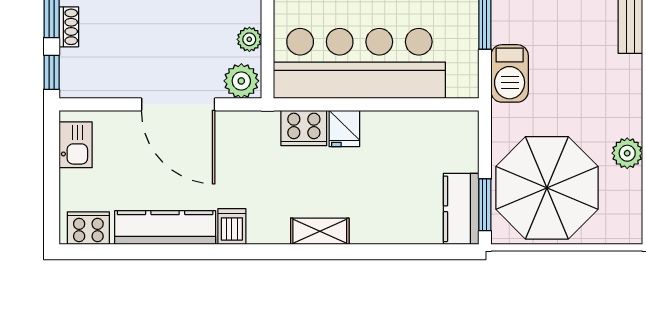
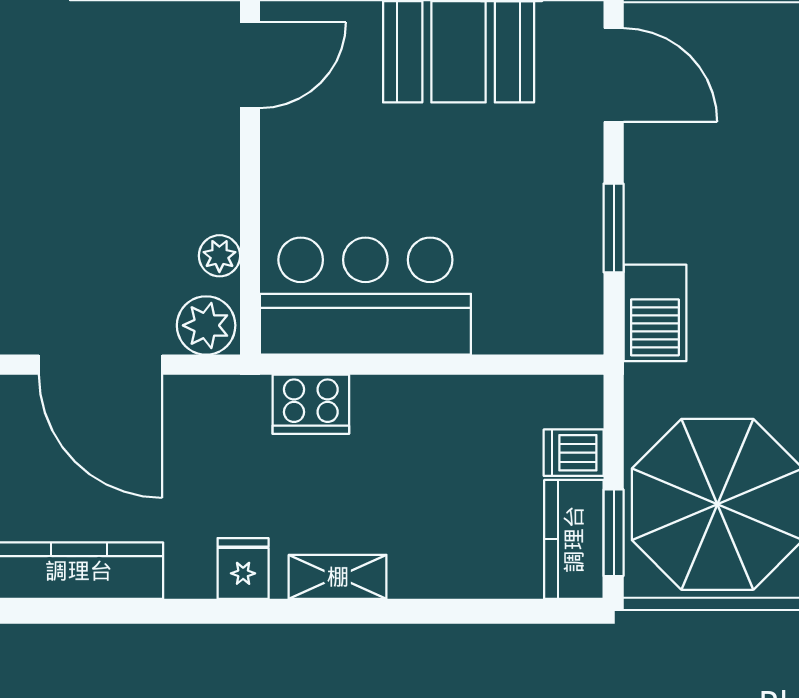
bar counter: (359, 63) -> (365, 296), width x0.73
fridge: (344, 129) -> (243, 568), moved, turned 180
dishwasher: (232, 226) -> (574, 453), moved, turned -90

